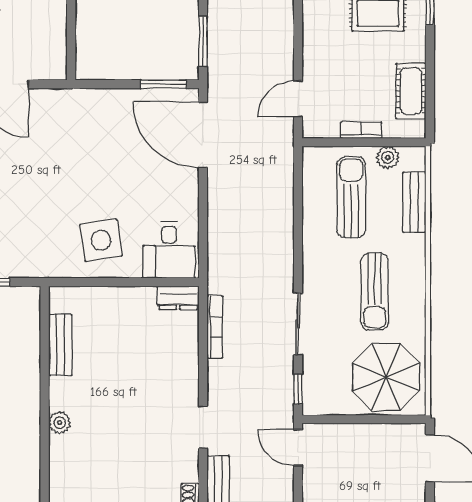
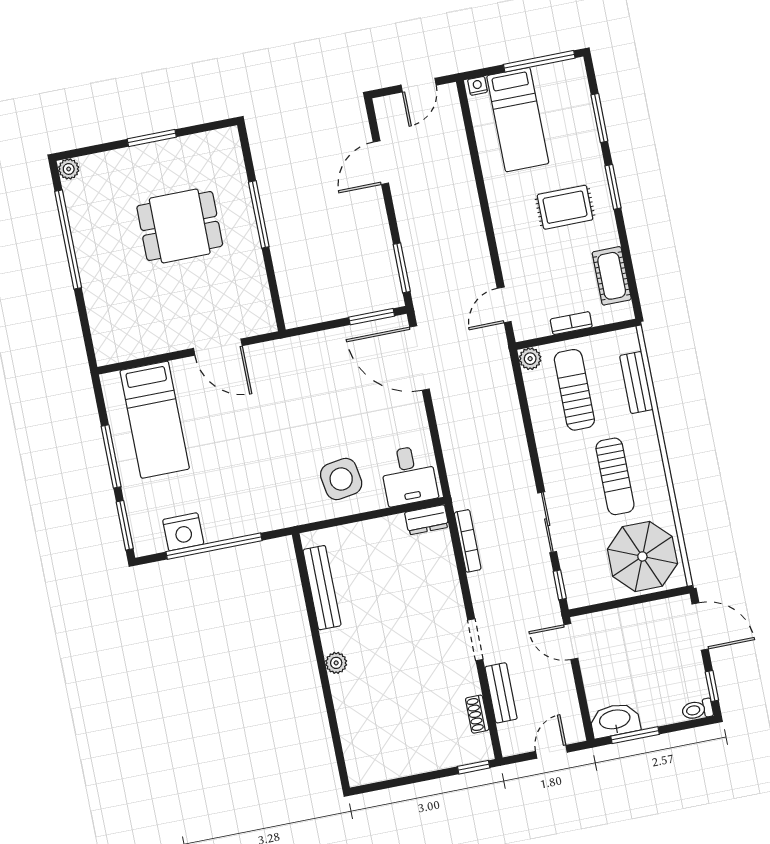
plant: (388, 157) -> (530, 359), moved
bench: (60, 345) -> (322, 588), width x1.36

